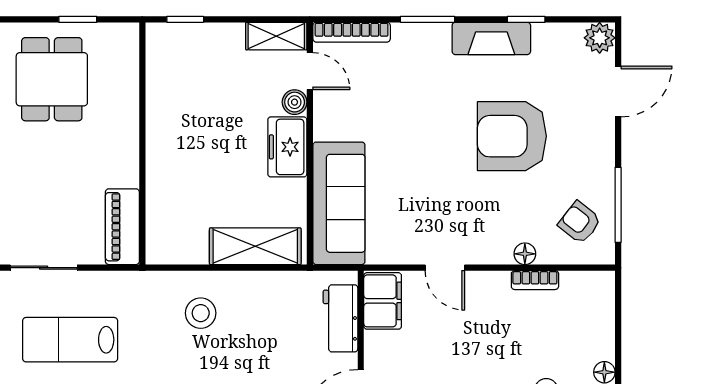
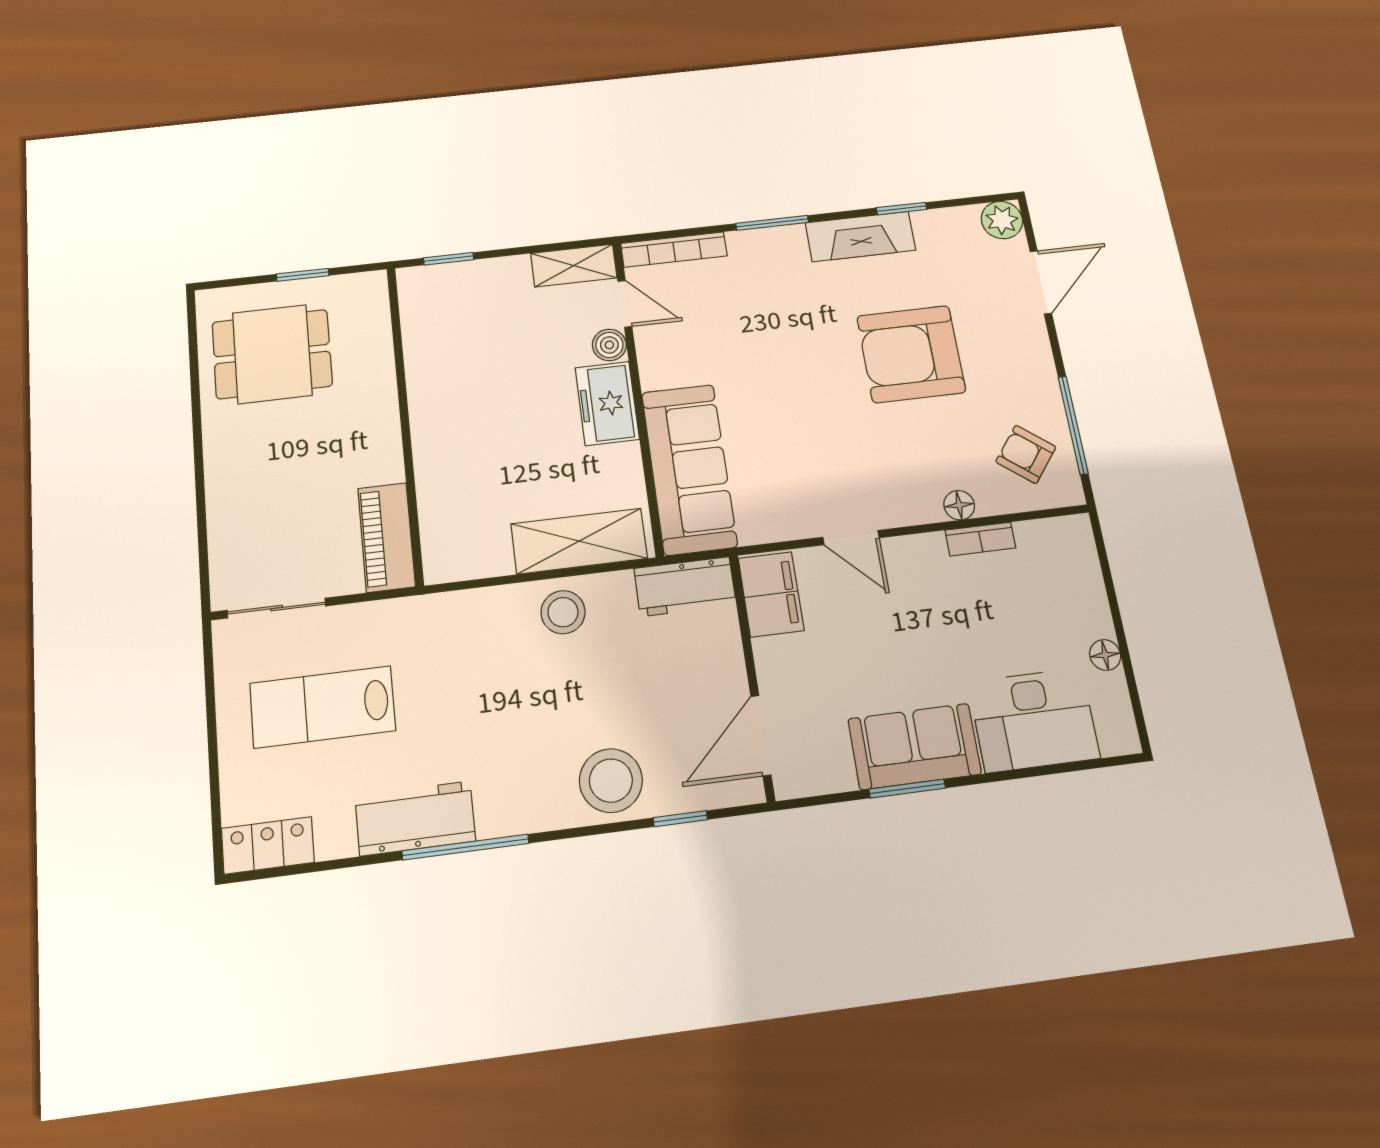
dining table: (52, 79) -> (272, 354), turned 90
stool: (201, 313) -> (563, 612), moved
workbench: (340, 318) -> (685, 587), moved, turned -90

